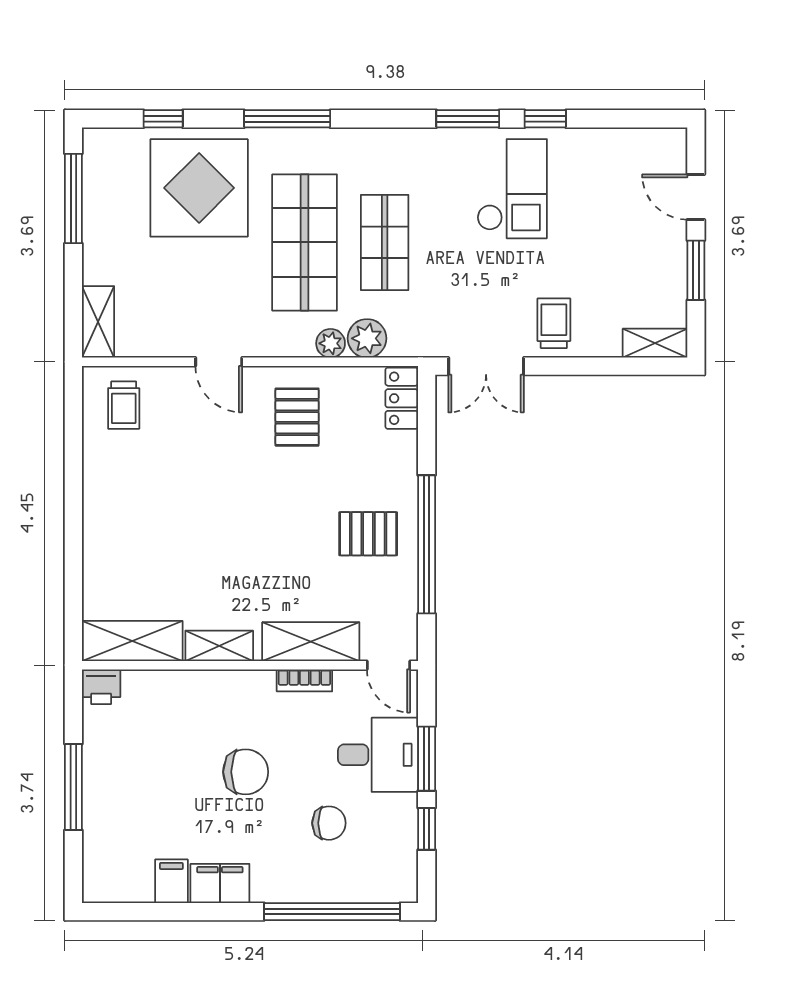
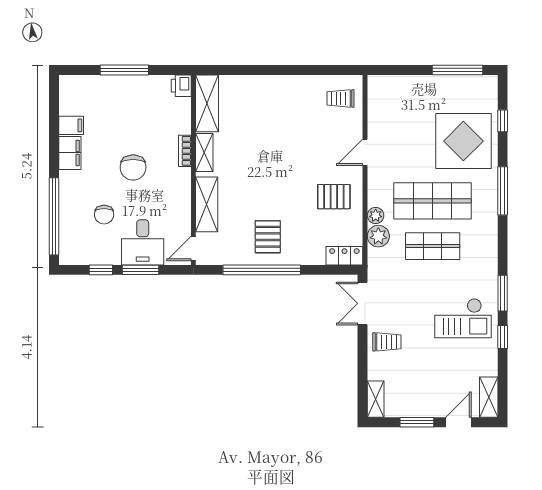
shelving: (98, 322) -> (489, 397), moved, turned 90
bookcase: (304, 680) -> (185, 151), moved

